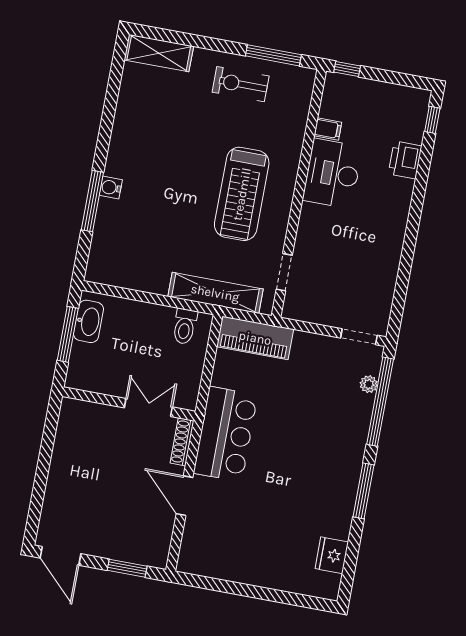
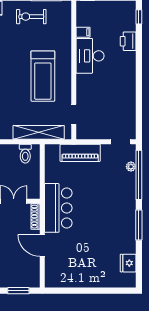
piano: (255, 338) -> (80, 153), moved

